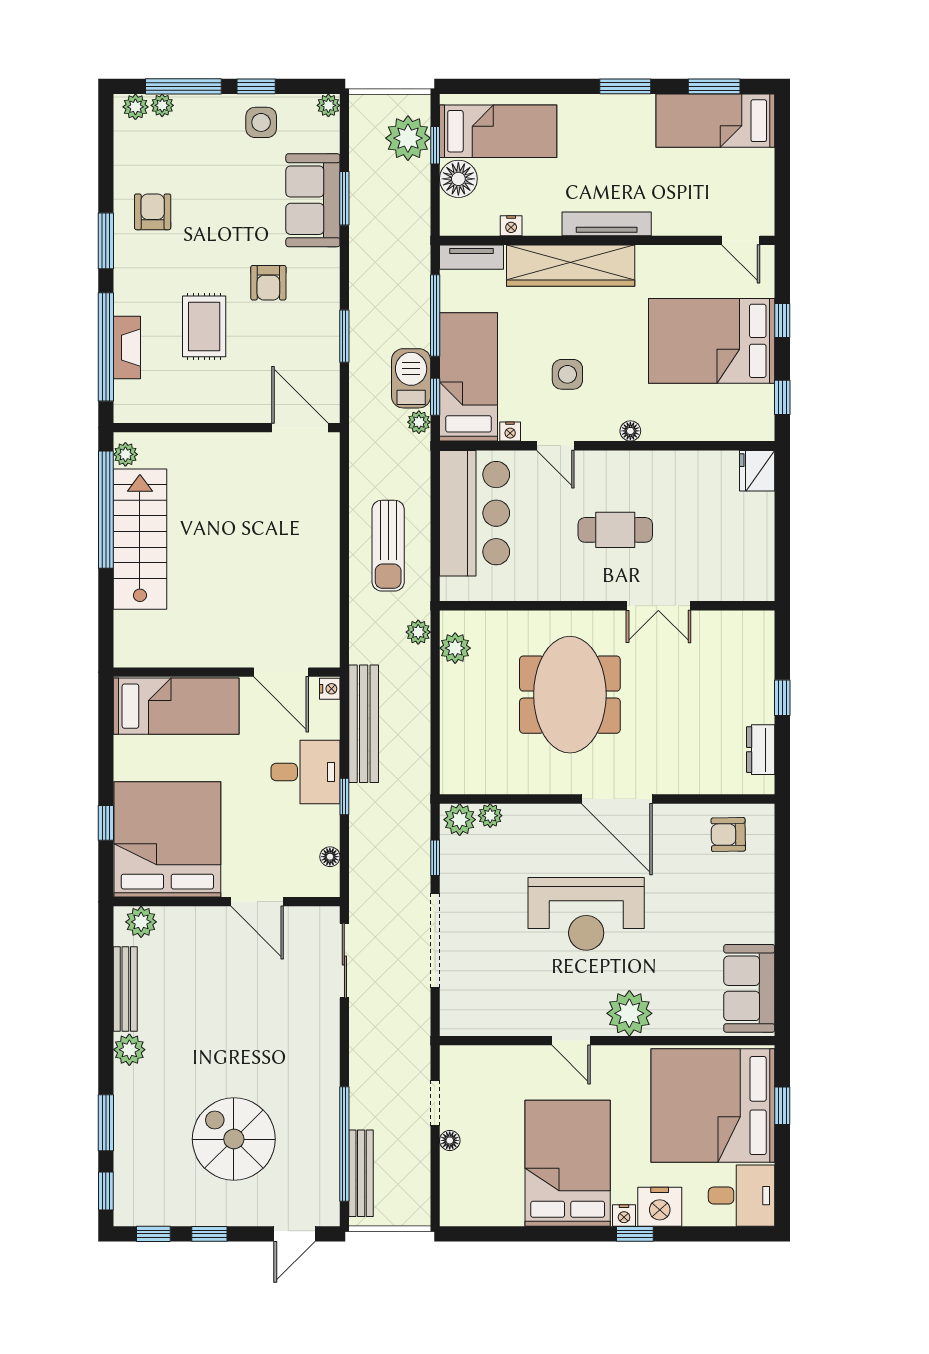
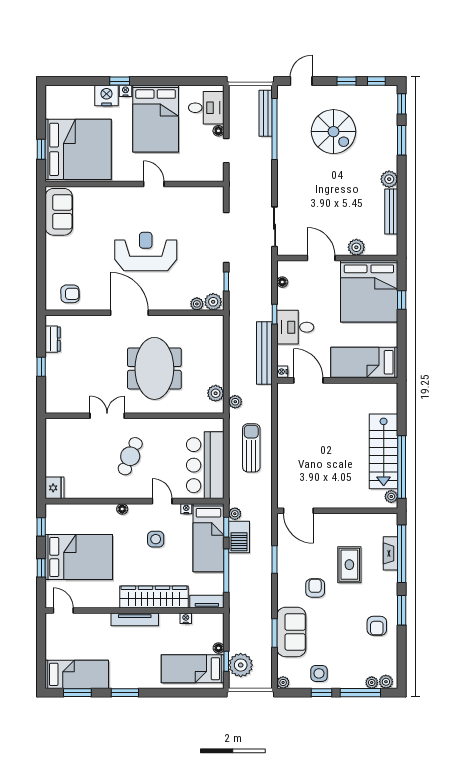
floor lamp: (458, 179) -> (219, 648), width x0.53, depth x0.53
cafe table: (615, 530) -> (130, 456), turned -67
plant: (141, 922) -> (356, 247), moved
plant: (629, 1013) -> (123, 199), removed
desk: (742, 1196) -> (206, 108), moved, turned 180

